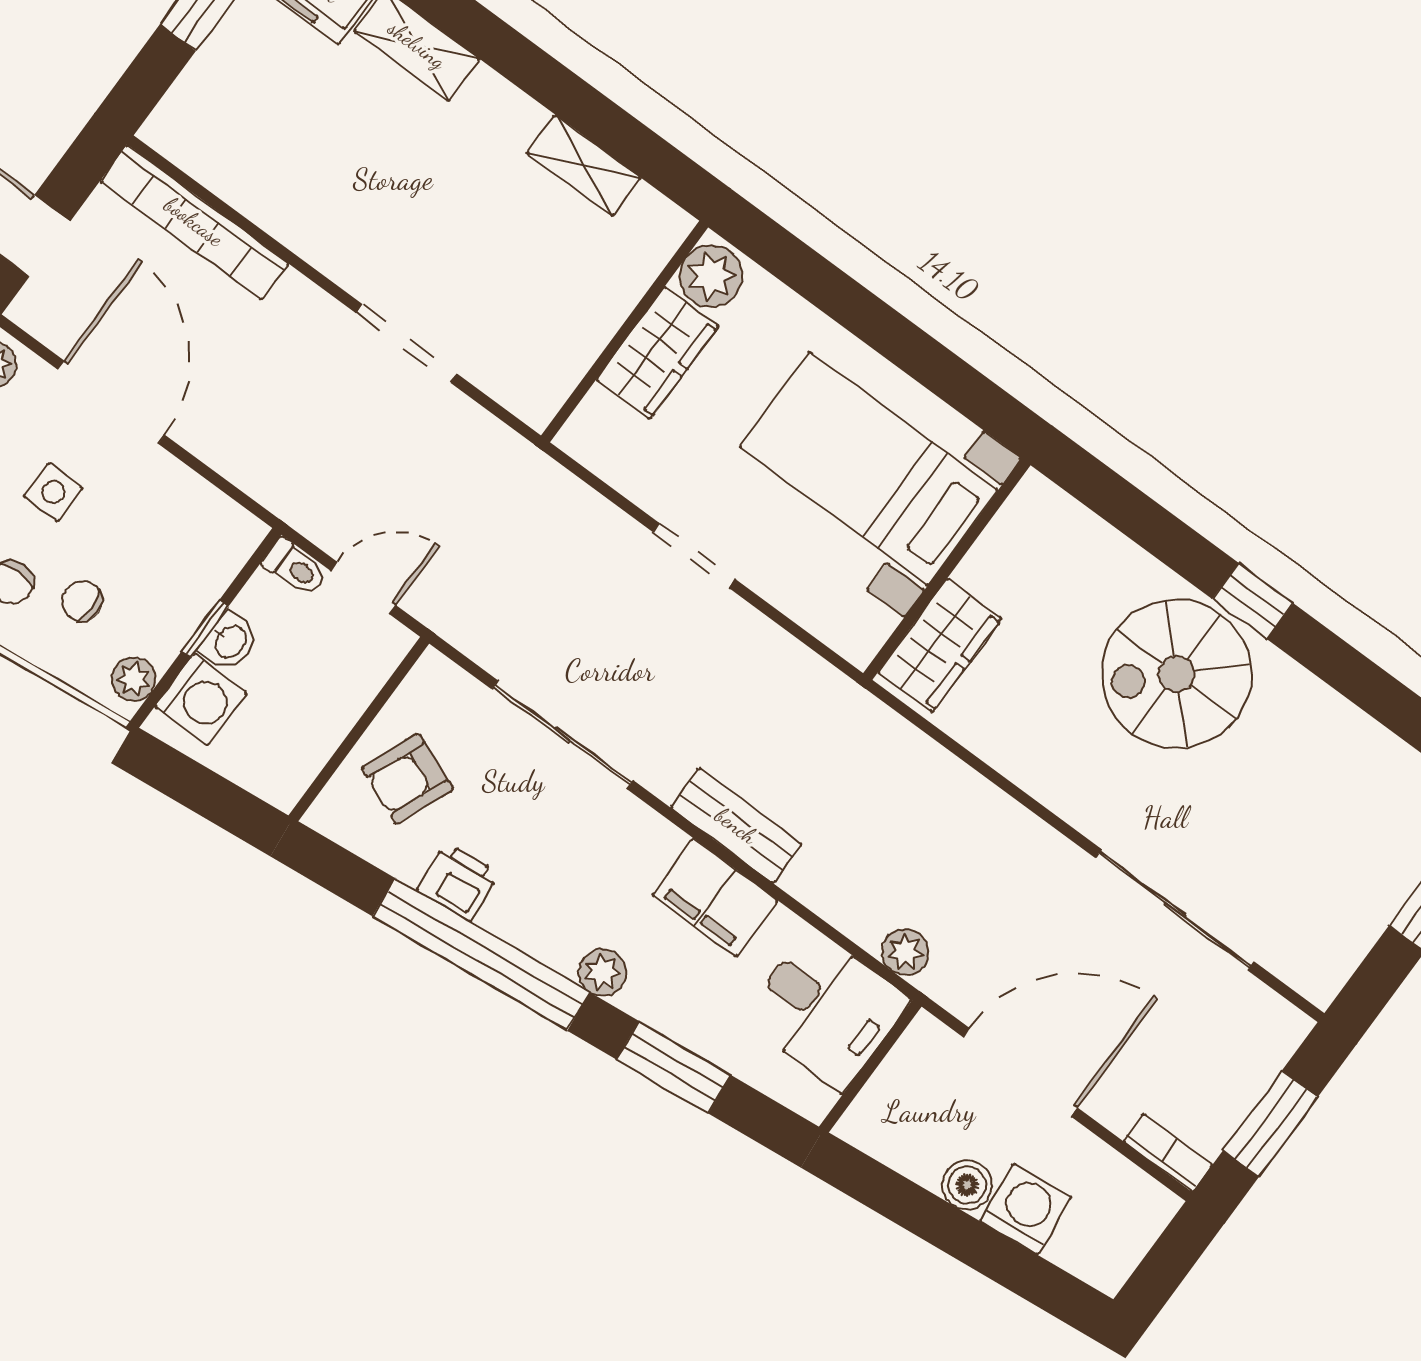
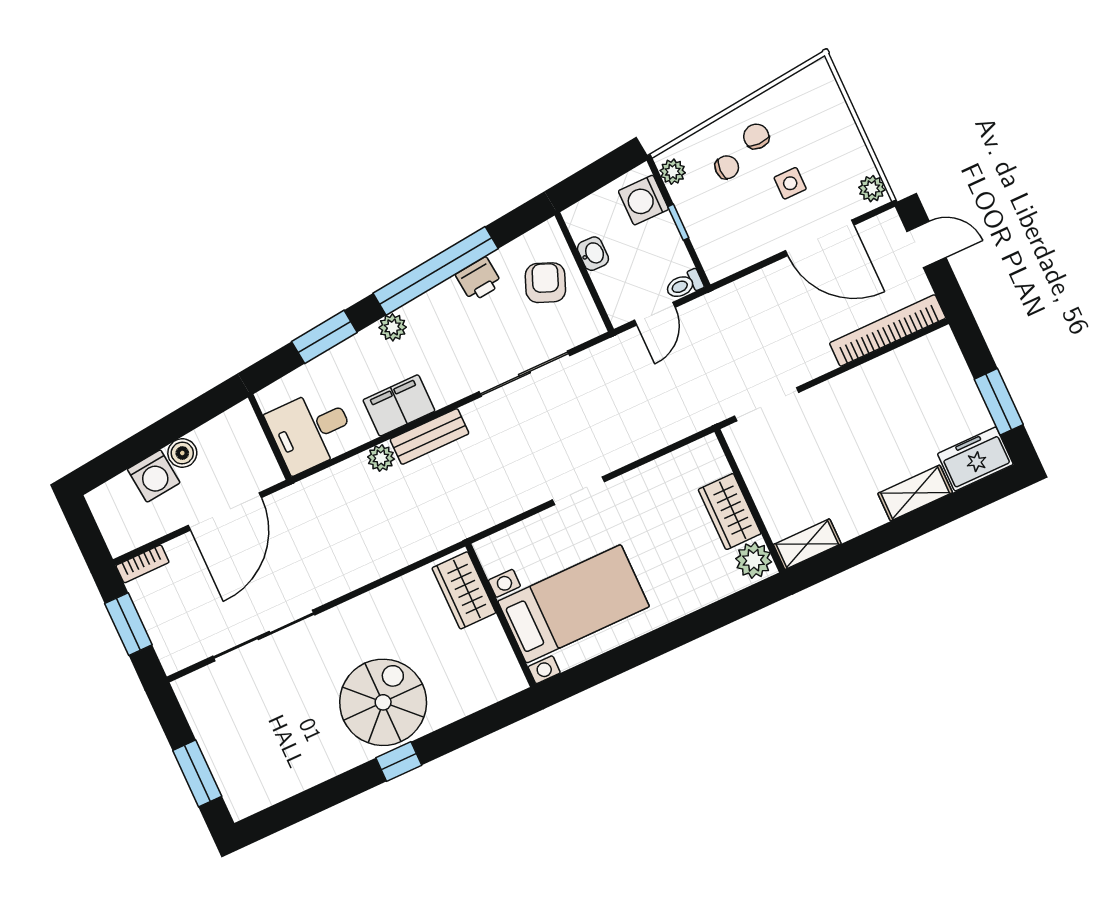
plant: (711, 276) -> (754, 560), moved
wall: (625, 331) -> (750, 501), moved
wardrobe: (658, 353) -> (730, 512), moved
washbasin: (230, 641) -> (593, 254), moved, turned 180
plant: (905, 952) -> (381, 458), moved

